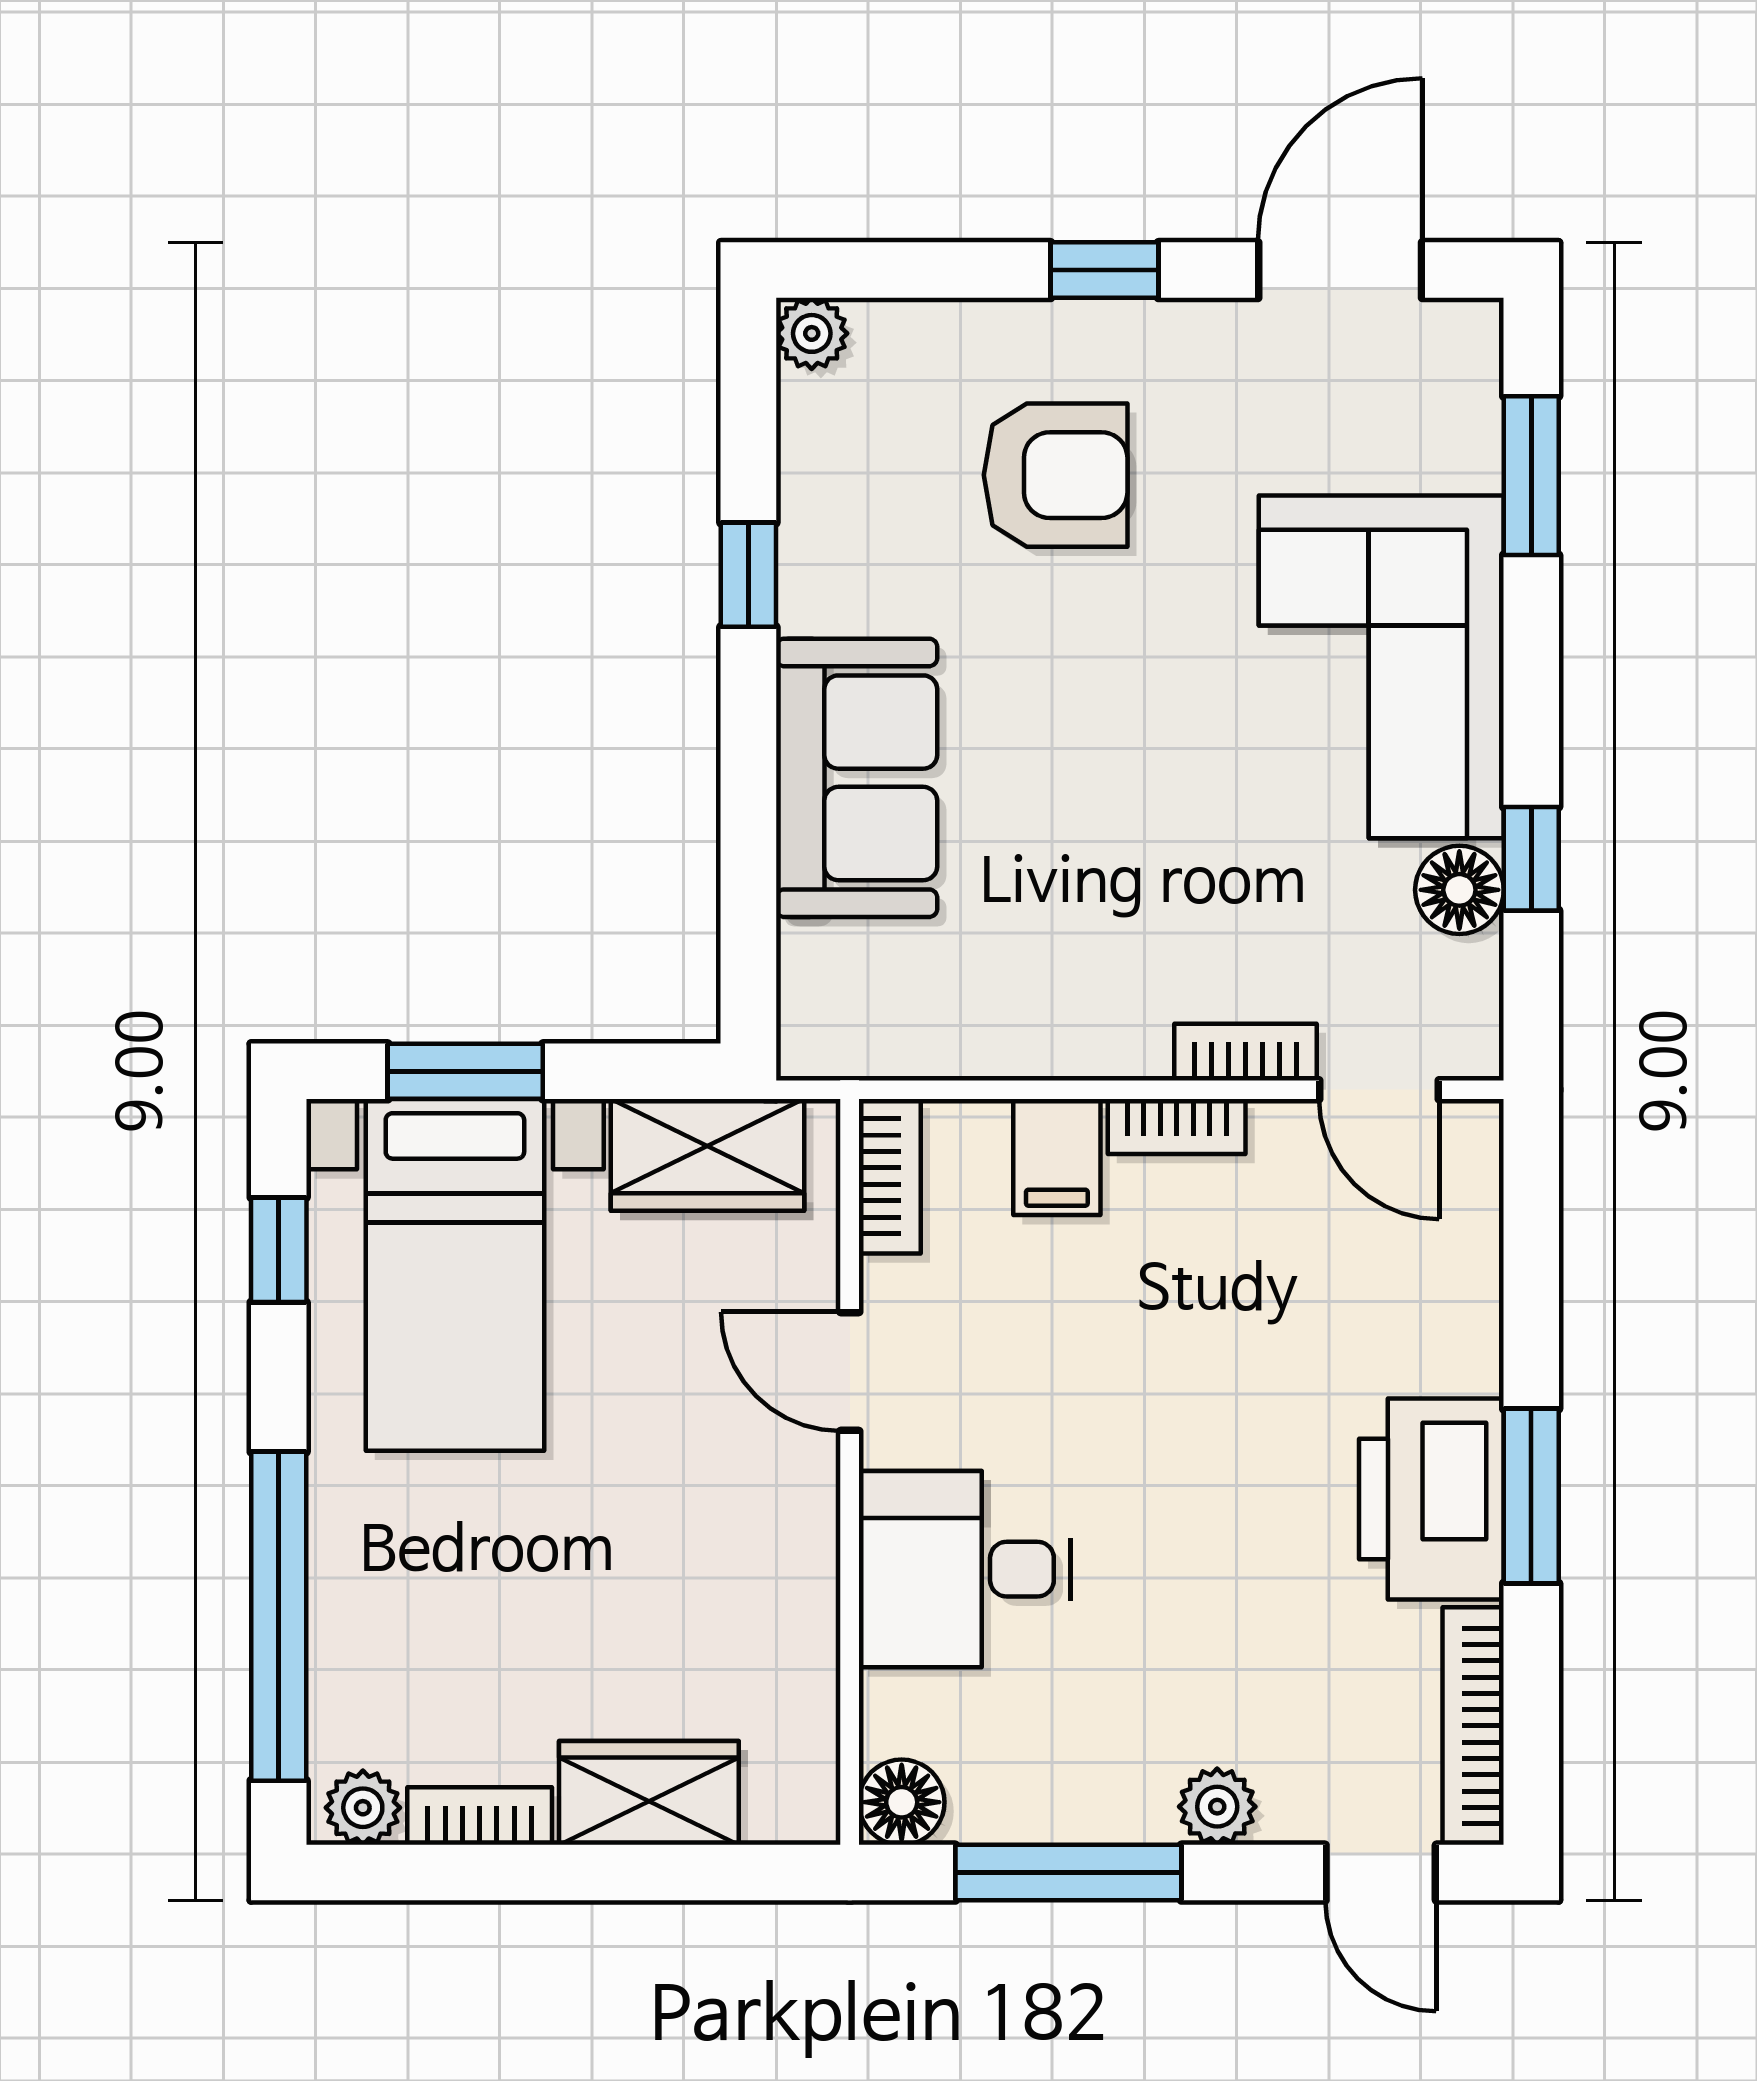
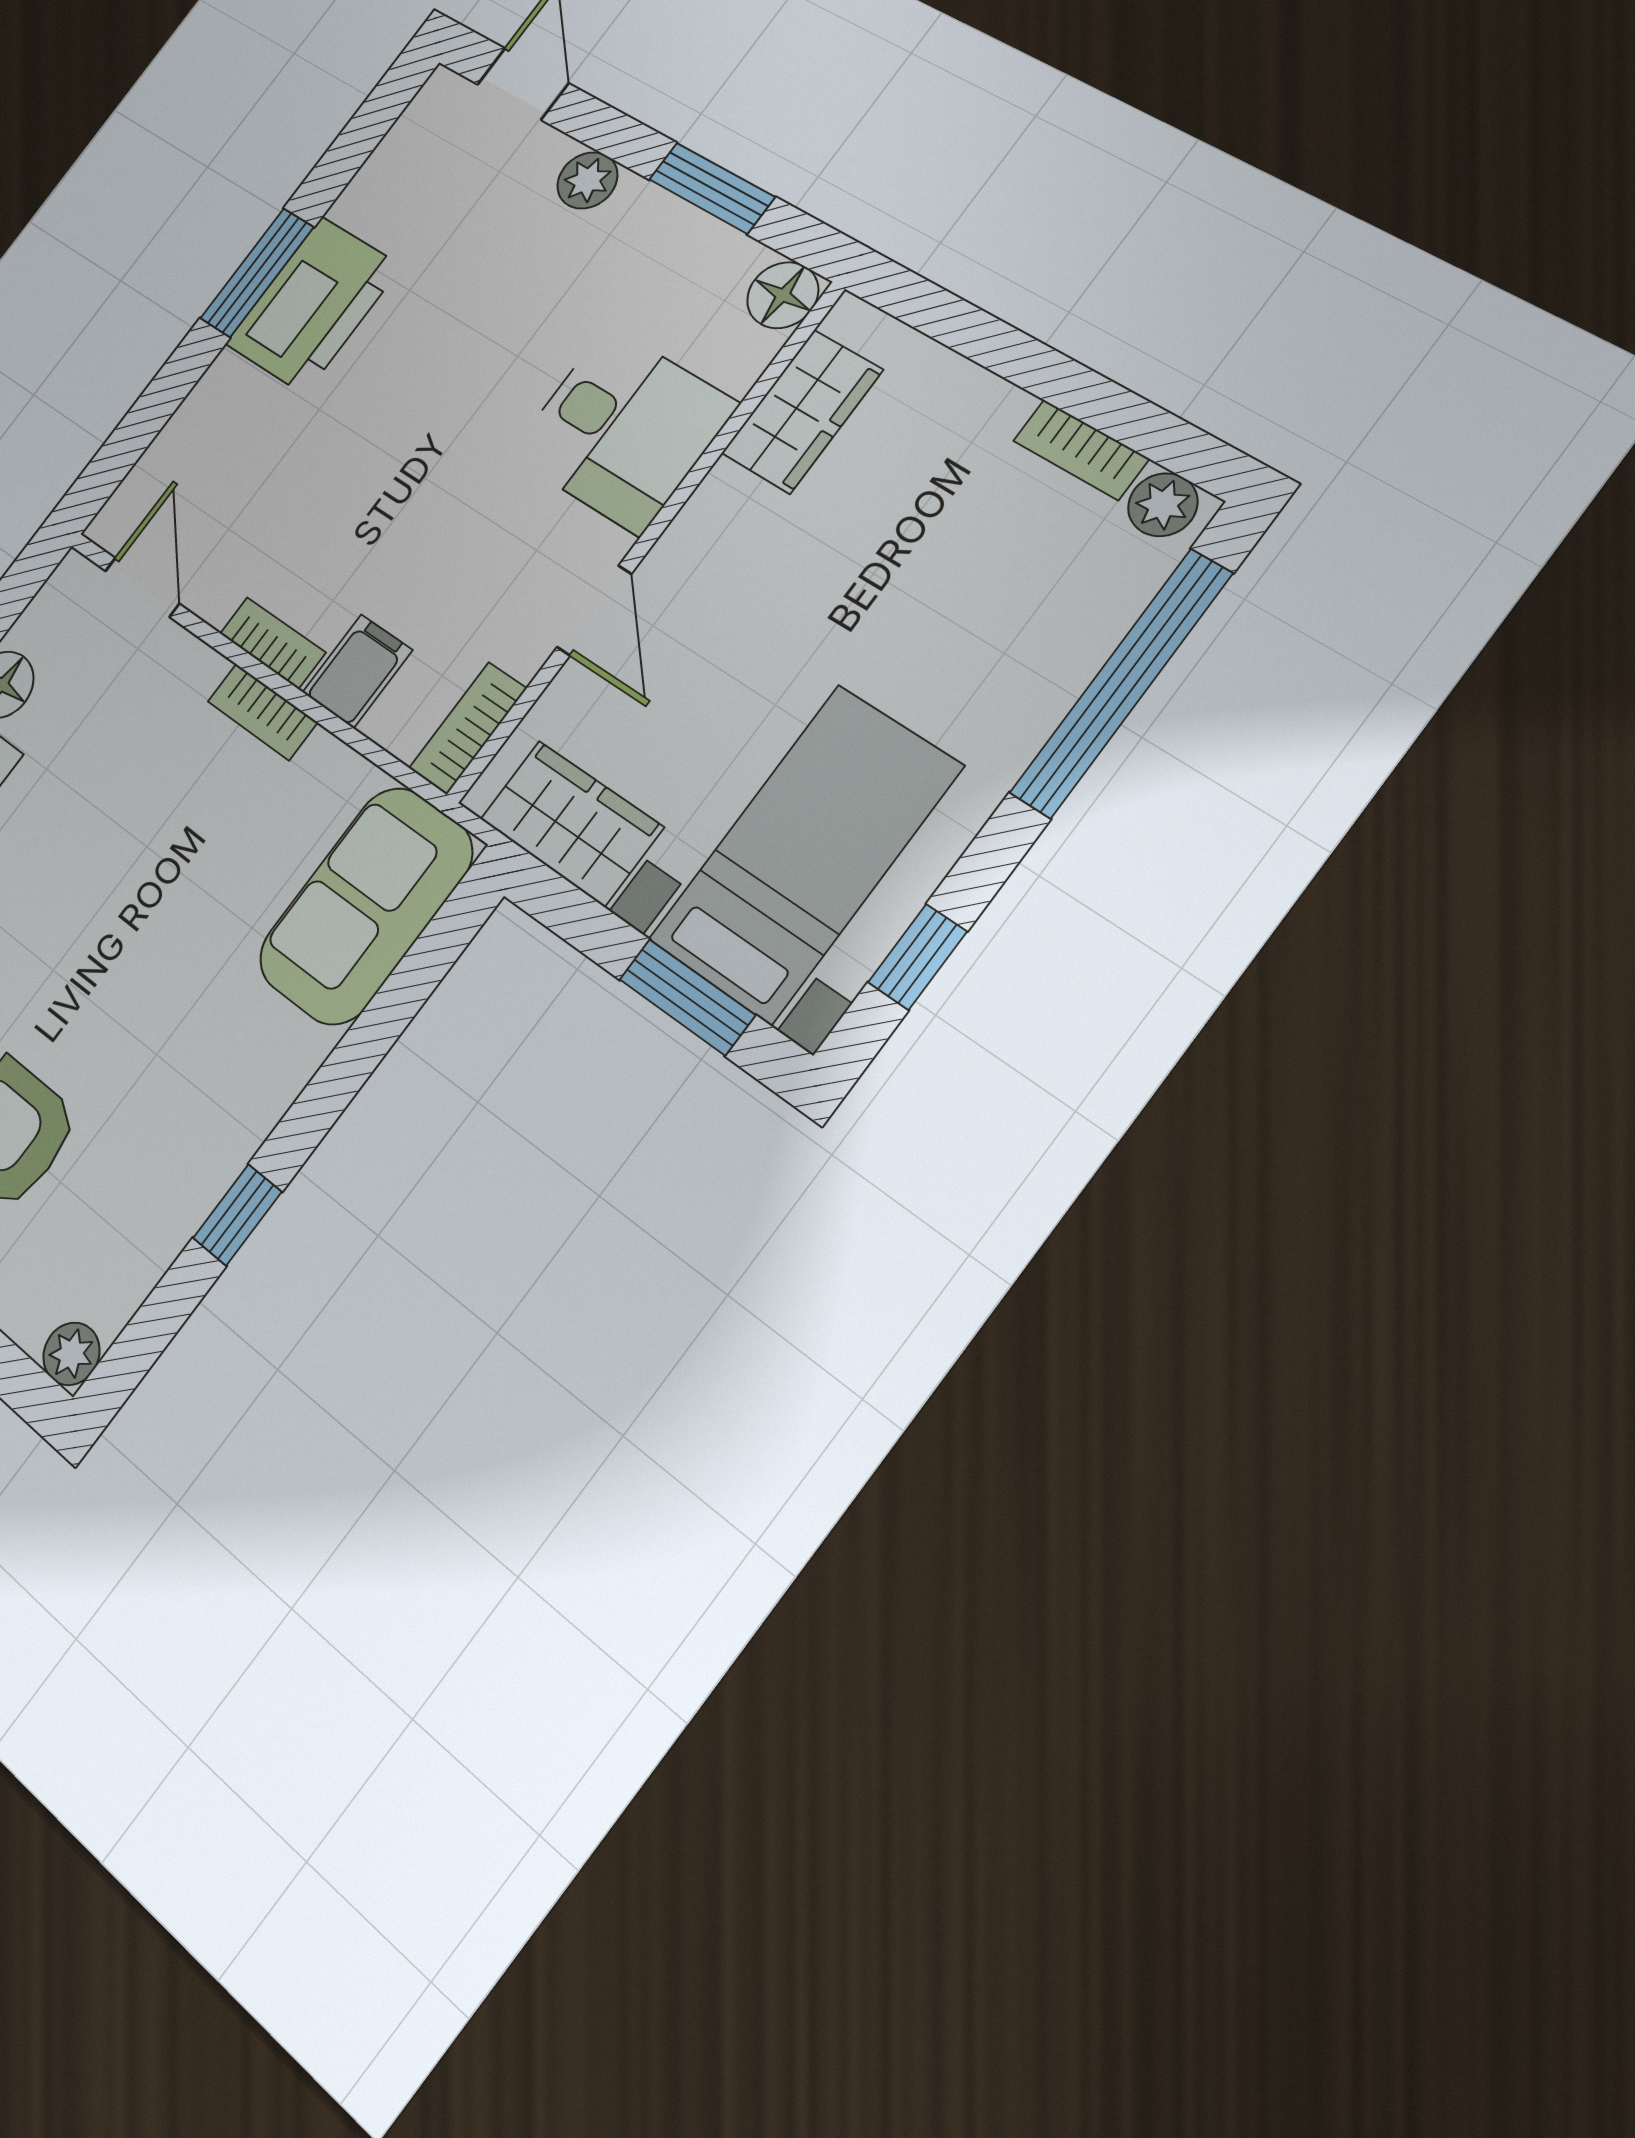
sofa: (857, 778) -> (366, 906), moved
bookcase: (1246, 1052) -> (262, 712), moved
bookcase: (1473, 1726) -> (399, 147), removed
wardrobe: (649, 1793) -> (802, 412), moved, turned -90
window: (1068, 1873) -> (712, 188), width x0.69

